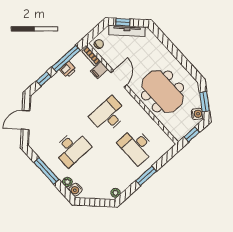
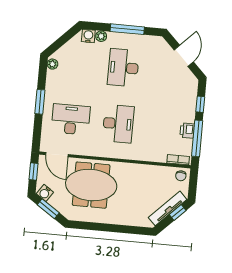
filing cabinet: (99, 70) -> (161, 154), removed
door: (119, 79) -> (57, 155), moved

